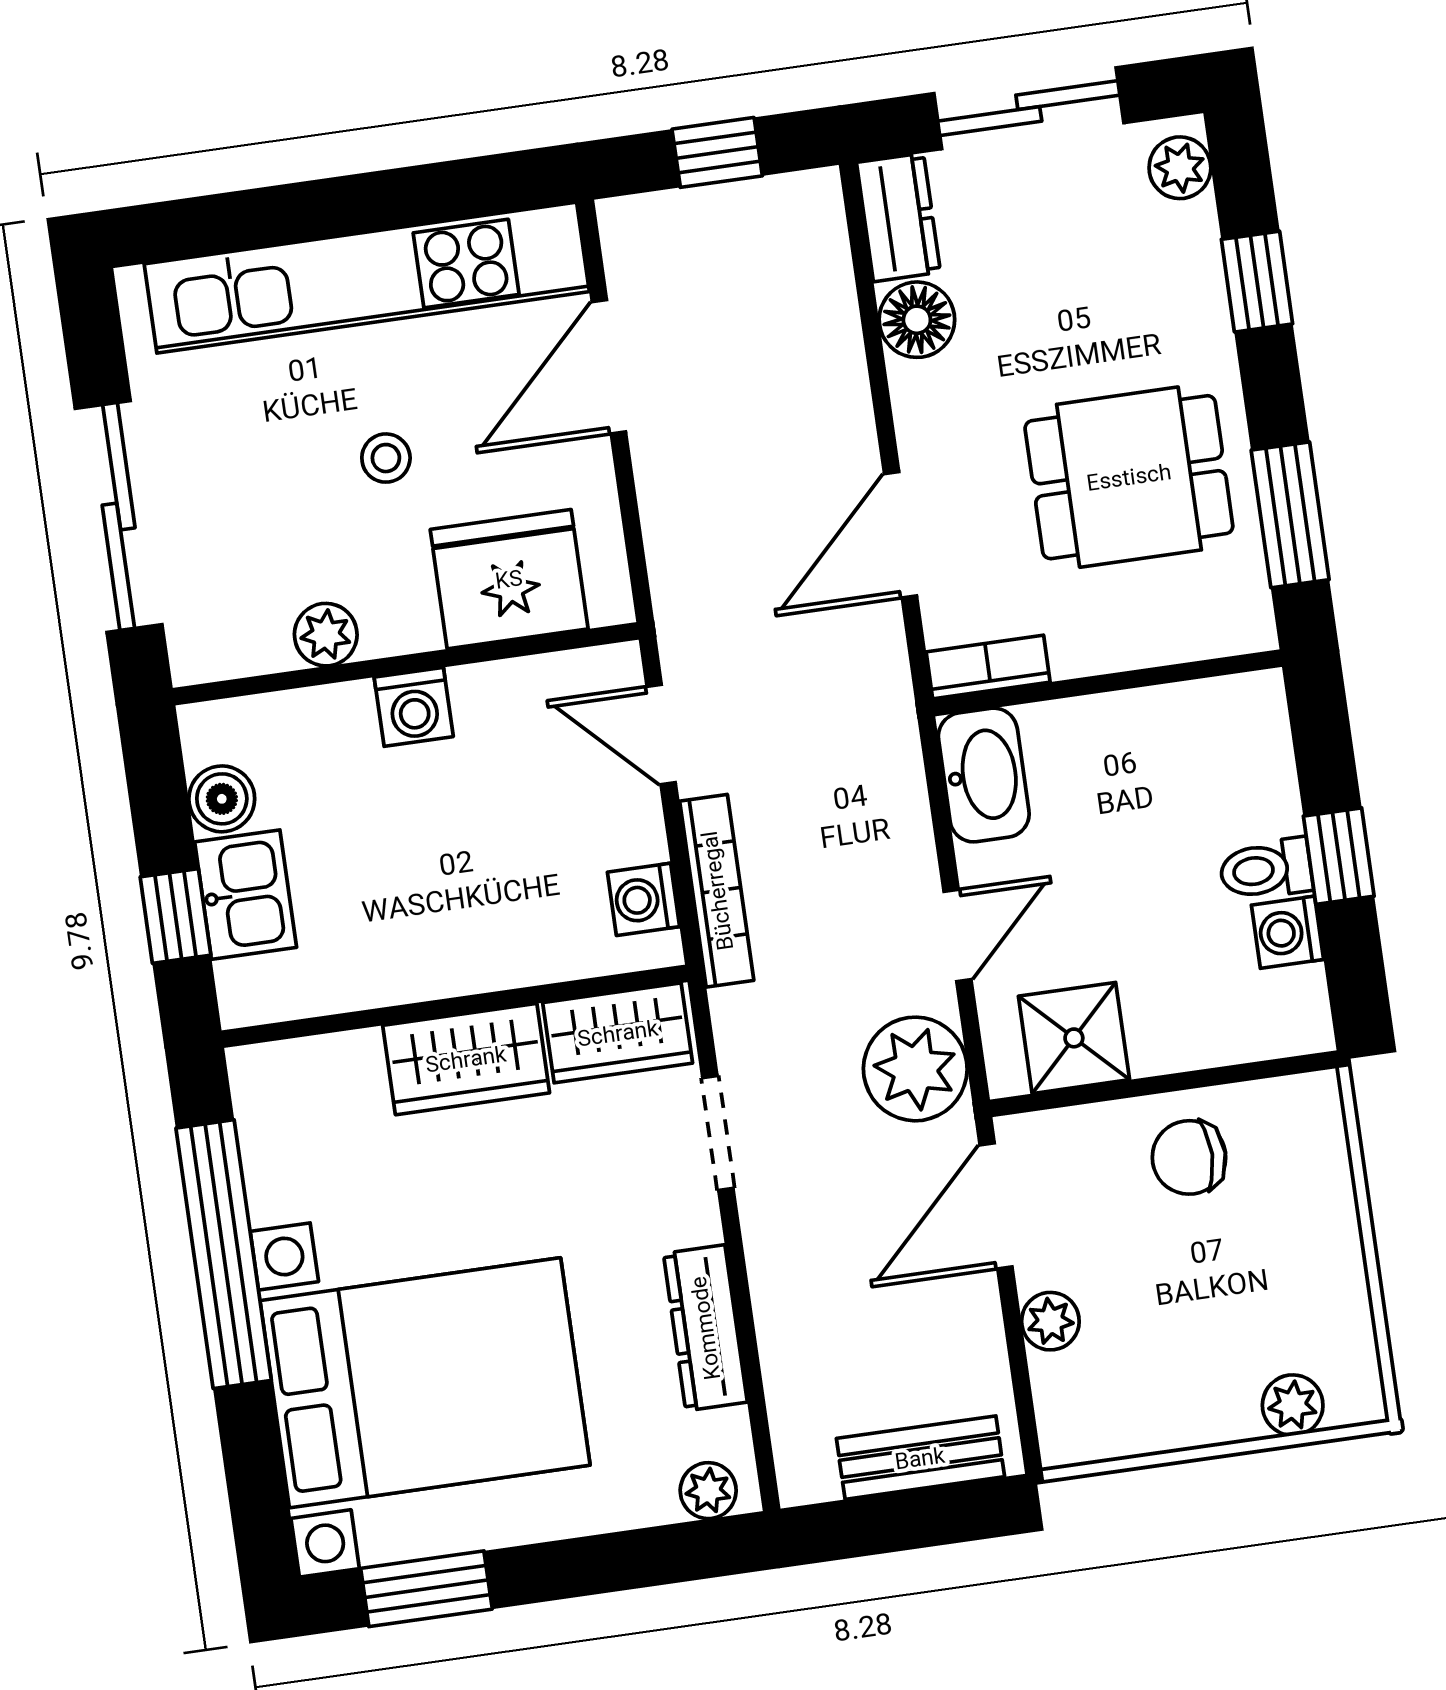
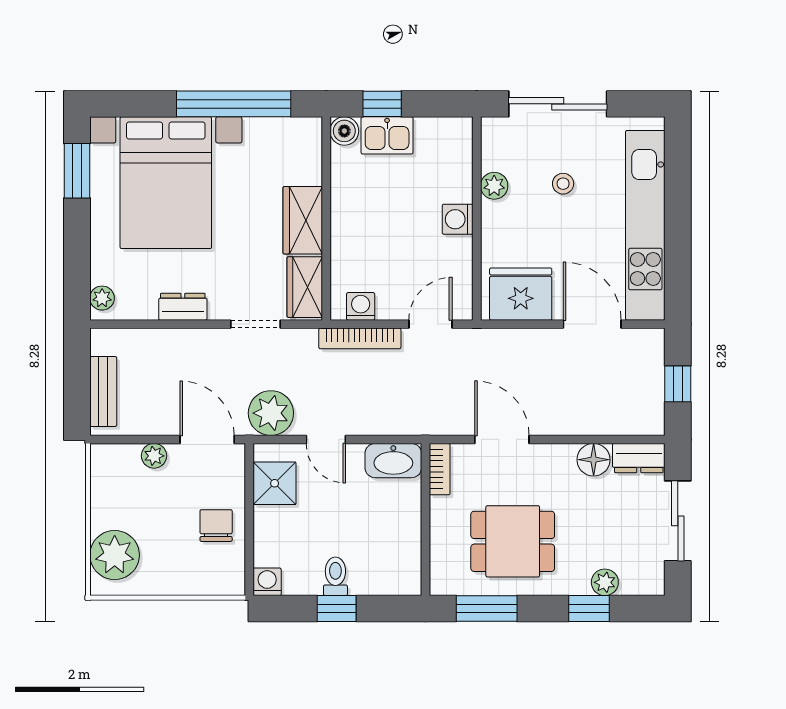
plant: (1180, 168) -> (605, 582), moved
stool: (386, 458) -> (563, 184), moved
dining table: (1129, 477) -> (513, 541), turned 90
fridge: (509, 579) -> (521, 294), moved, turned -90
boiler: (222, 799) -> (344, 131), moved
washing machine: (1288, 932) -> (267, 582), moved
dresser: (705, 1328) -> (183, 307), width x0.70
plant: (1293, 1405) -> (115, 555), width x1.87, depth x1.87

